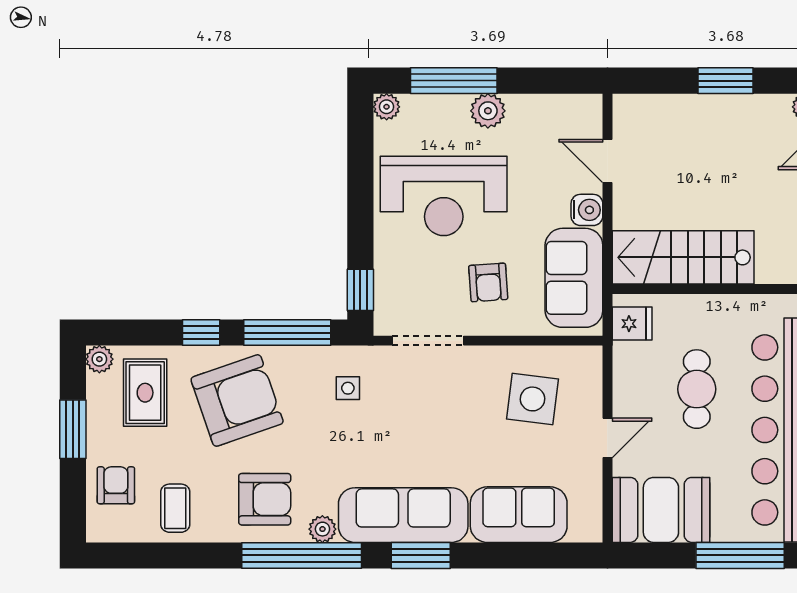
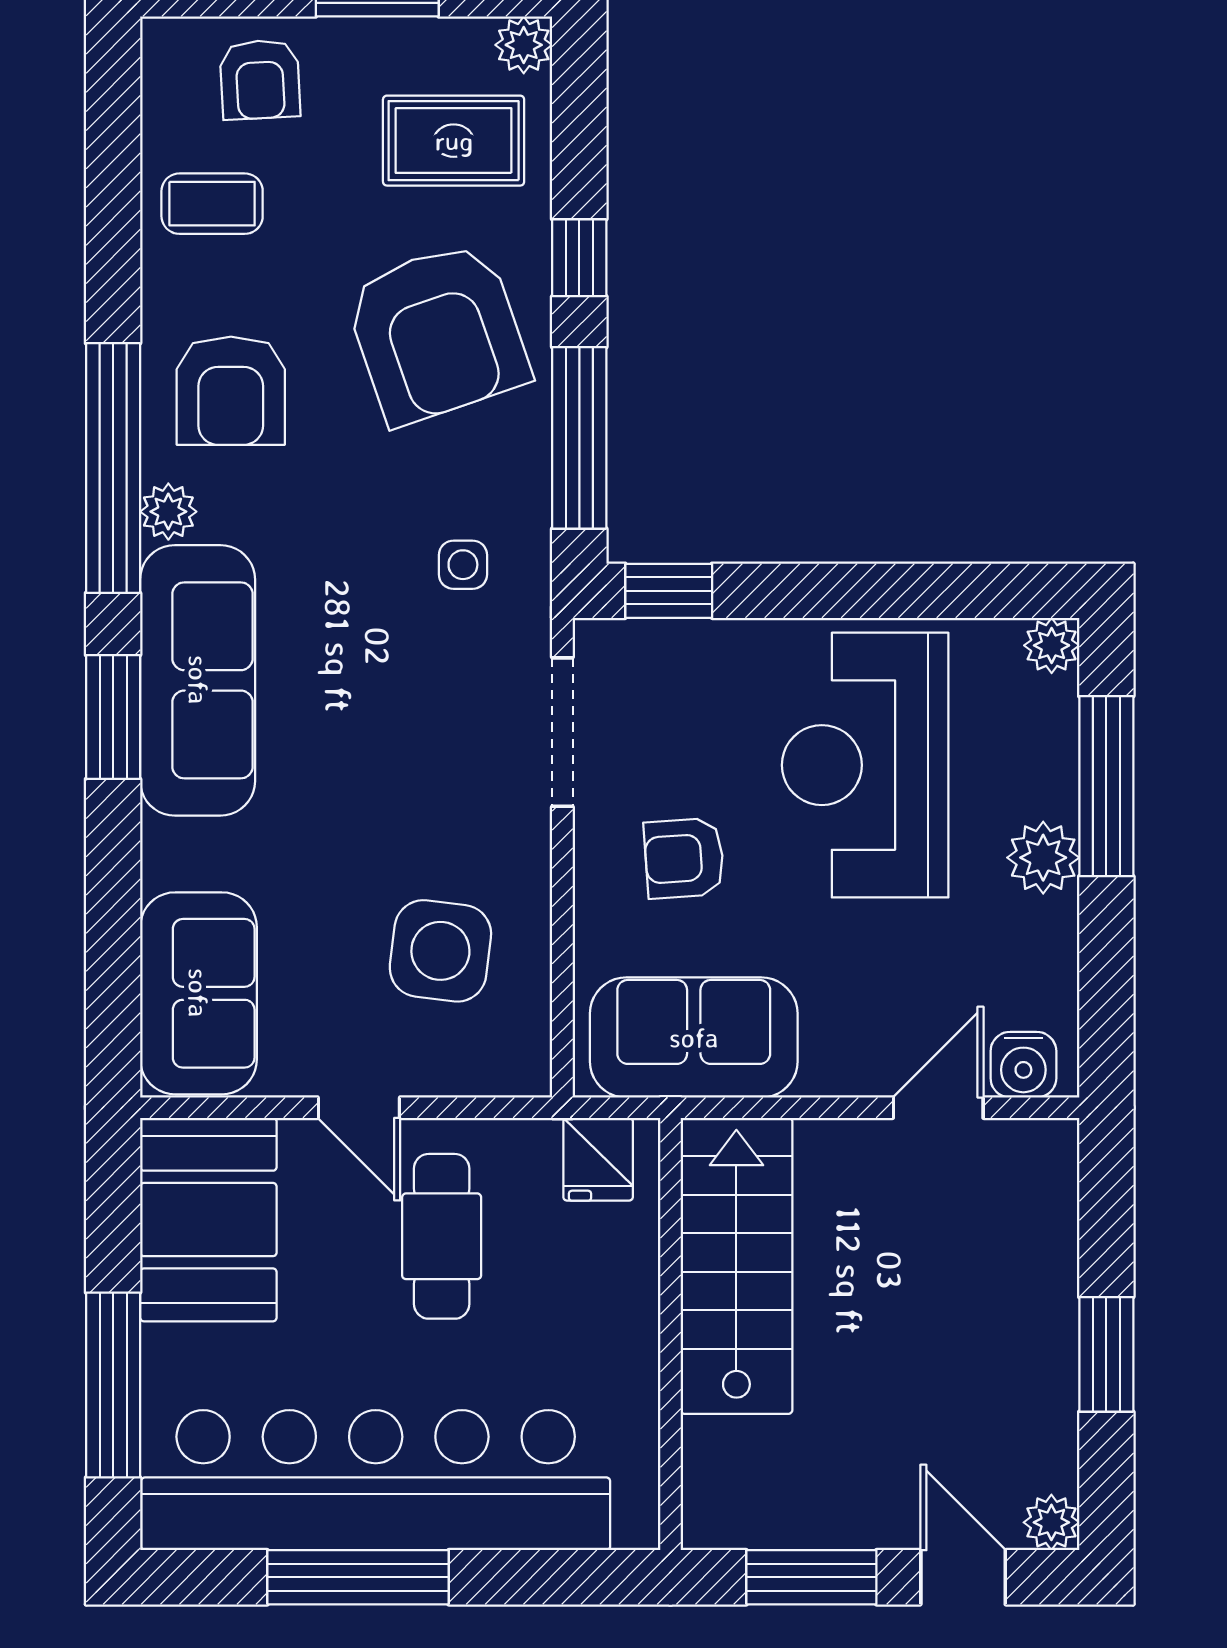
water cooler: (587, 210) -> (1023, 1065), moved
cafe table: (697, 389) -> (442, 1236), moved, turned 90
armchair: (116, 485) -> (260, 79), turned 87
sofa: (519, 515) -> (198, 993), moved

